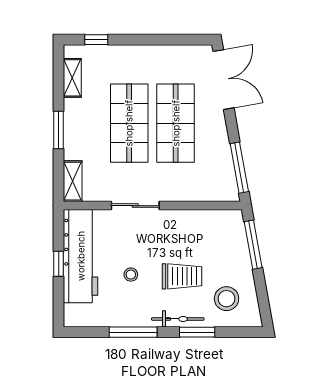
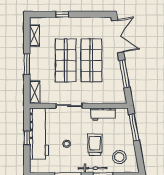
window: (96, 40) -> (62, 14), moved
window: (239, 168) -> (124, 74), moved
workbench: (197, 221) -> (103, 114), added
trolley: (182, 276) -> (95, 145), turned -90

